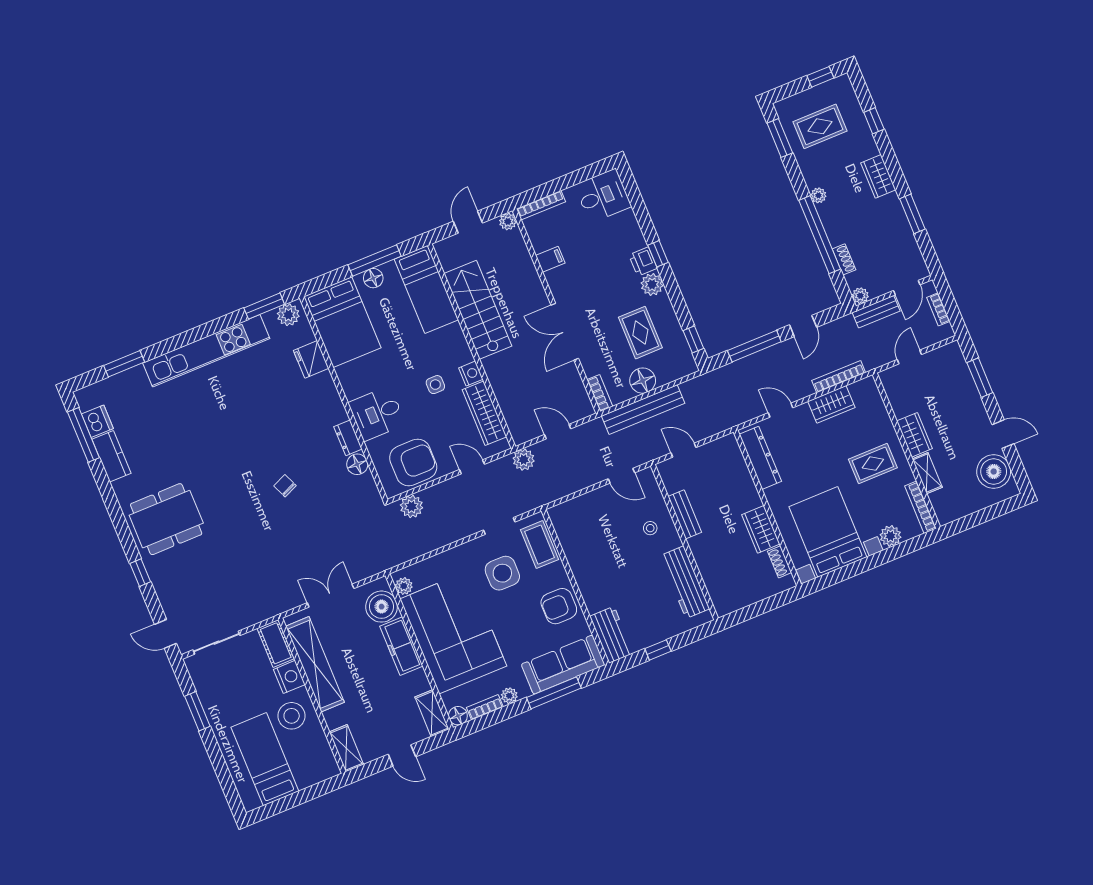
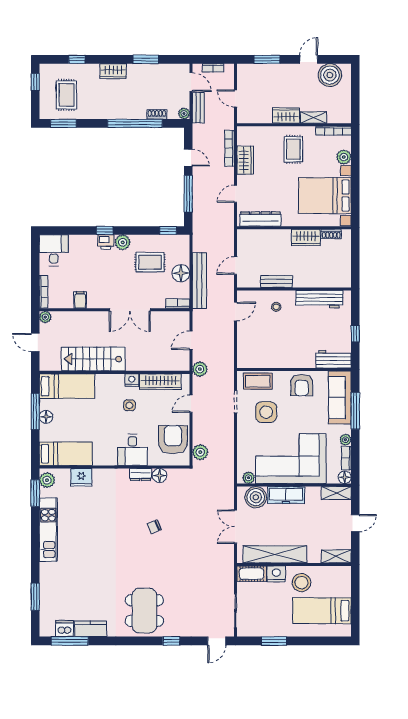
plant: (818, 195) -> (110, 114), removed
bed: (342, 322) -> (66, 454), width x0.67
kitchen unit: (206, 351) -> (48, 530), width x0.73

